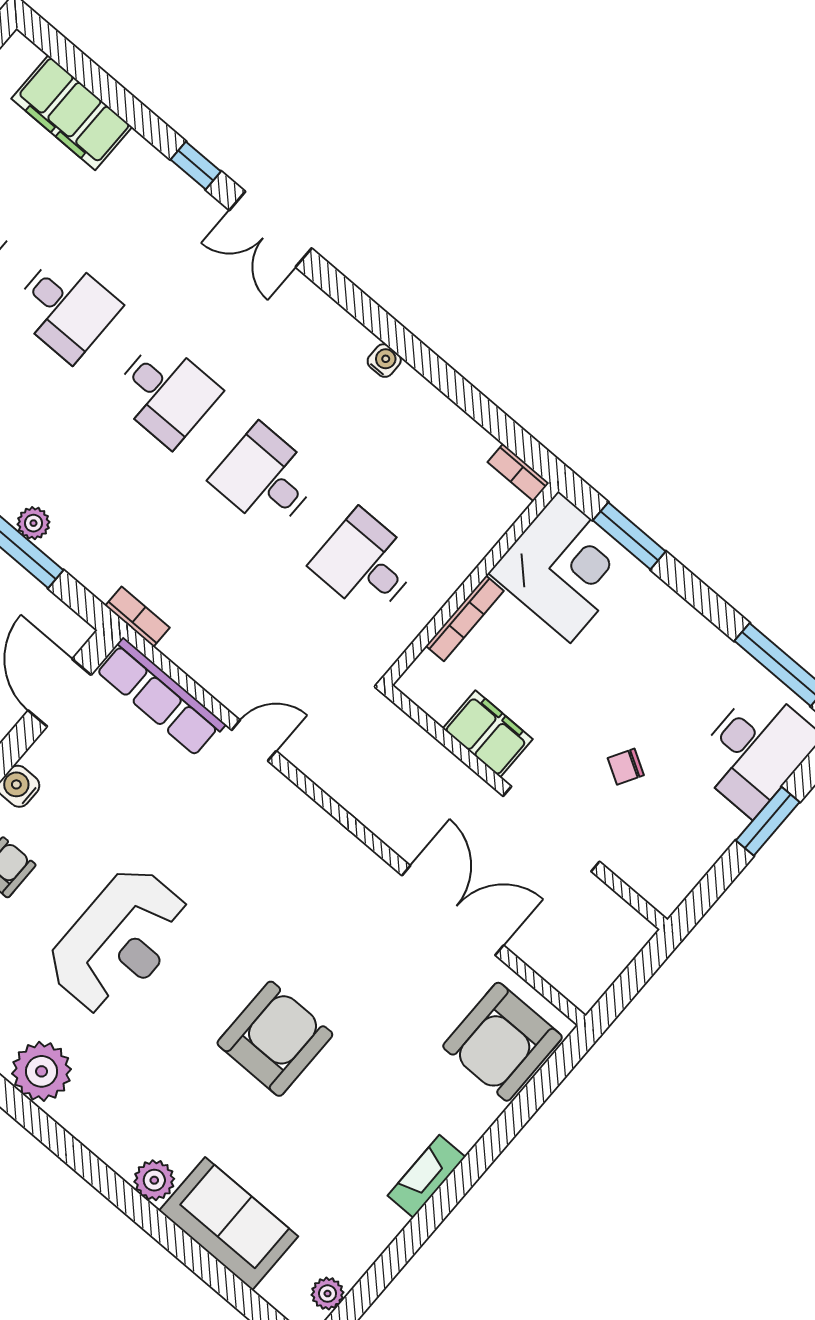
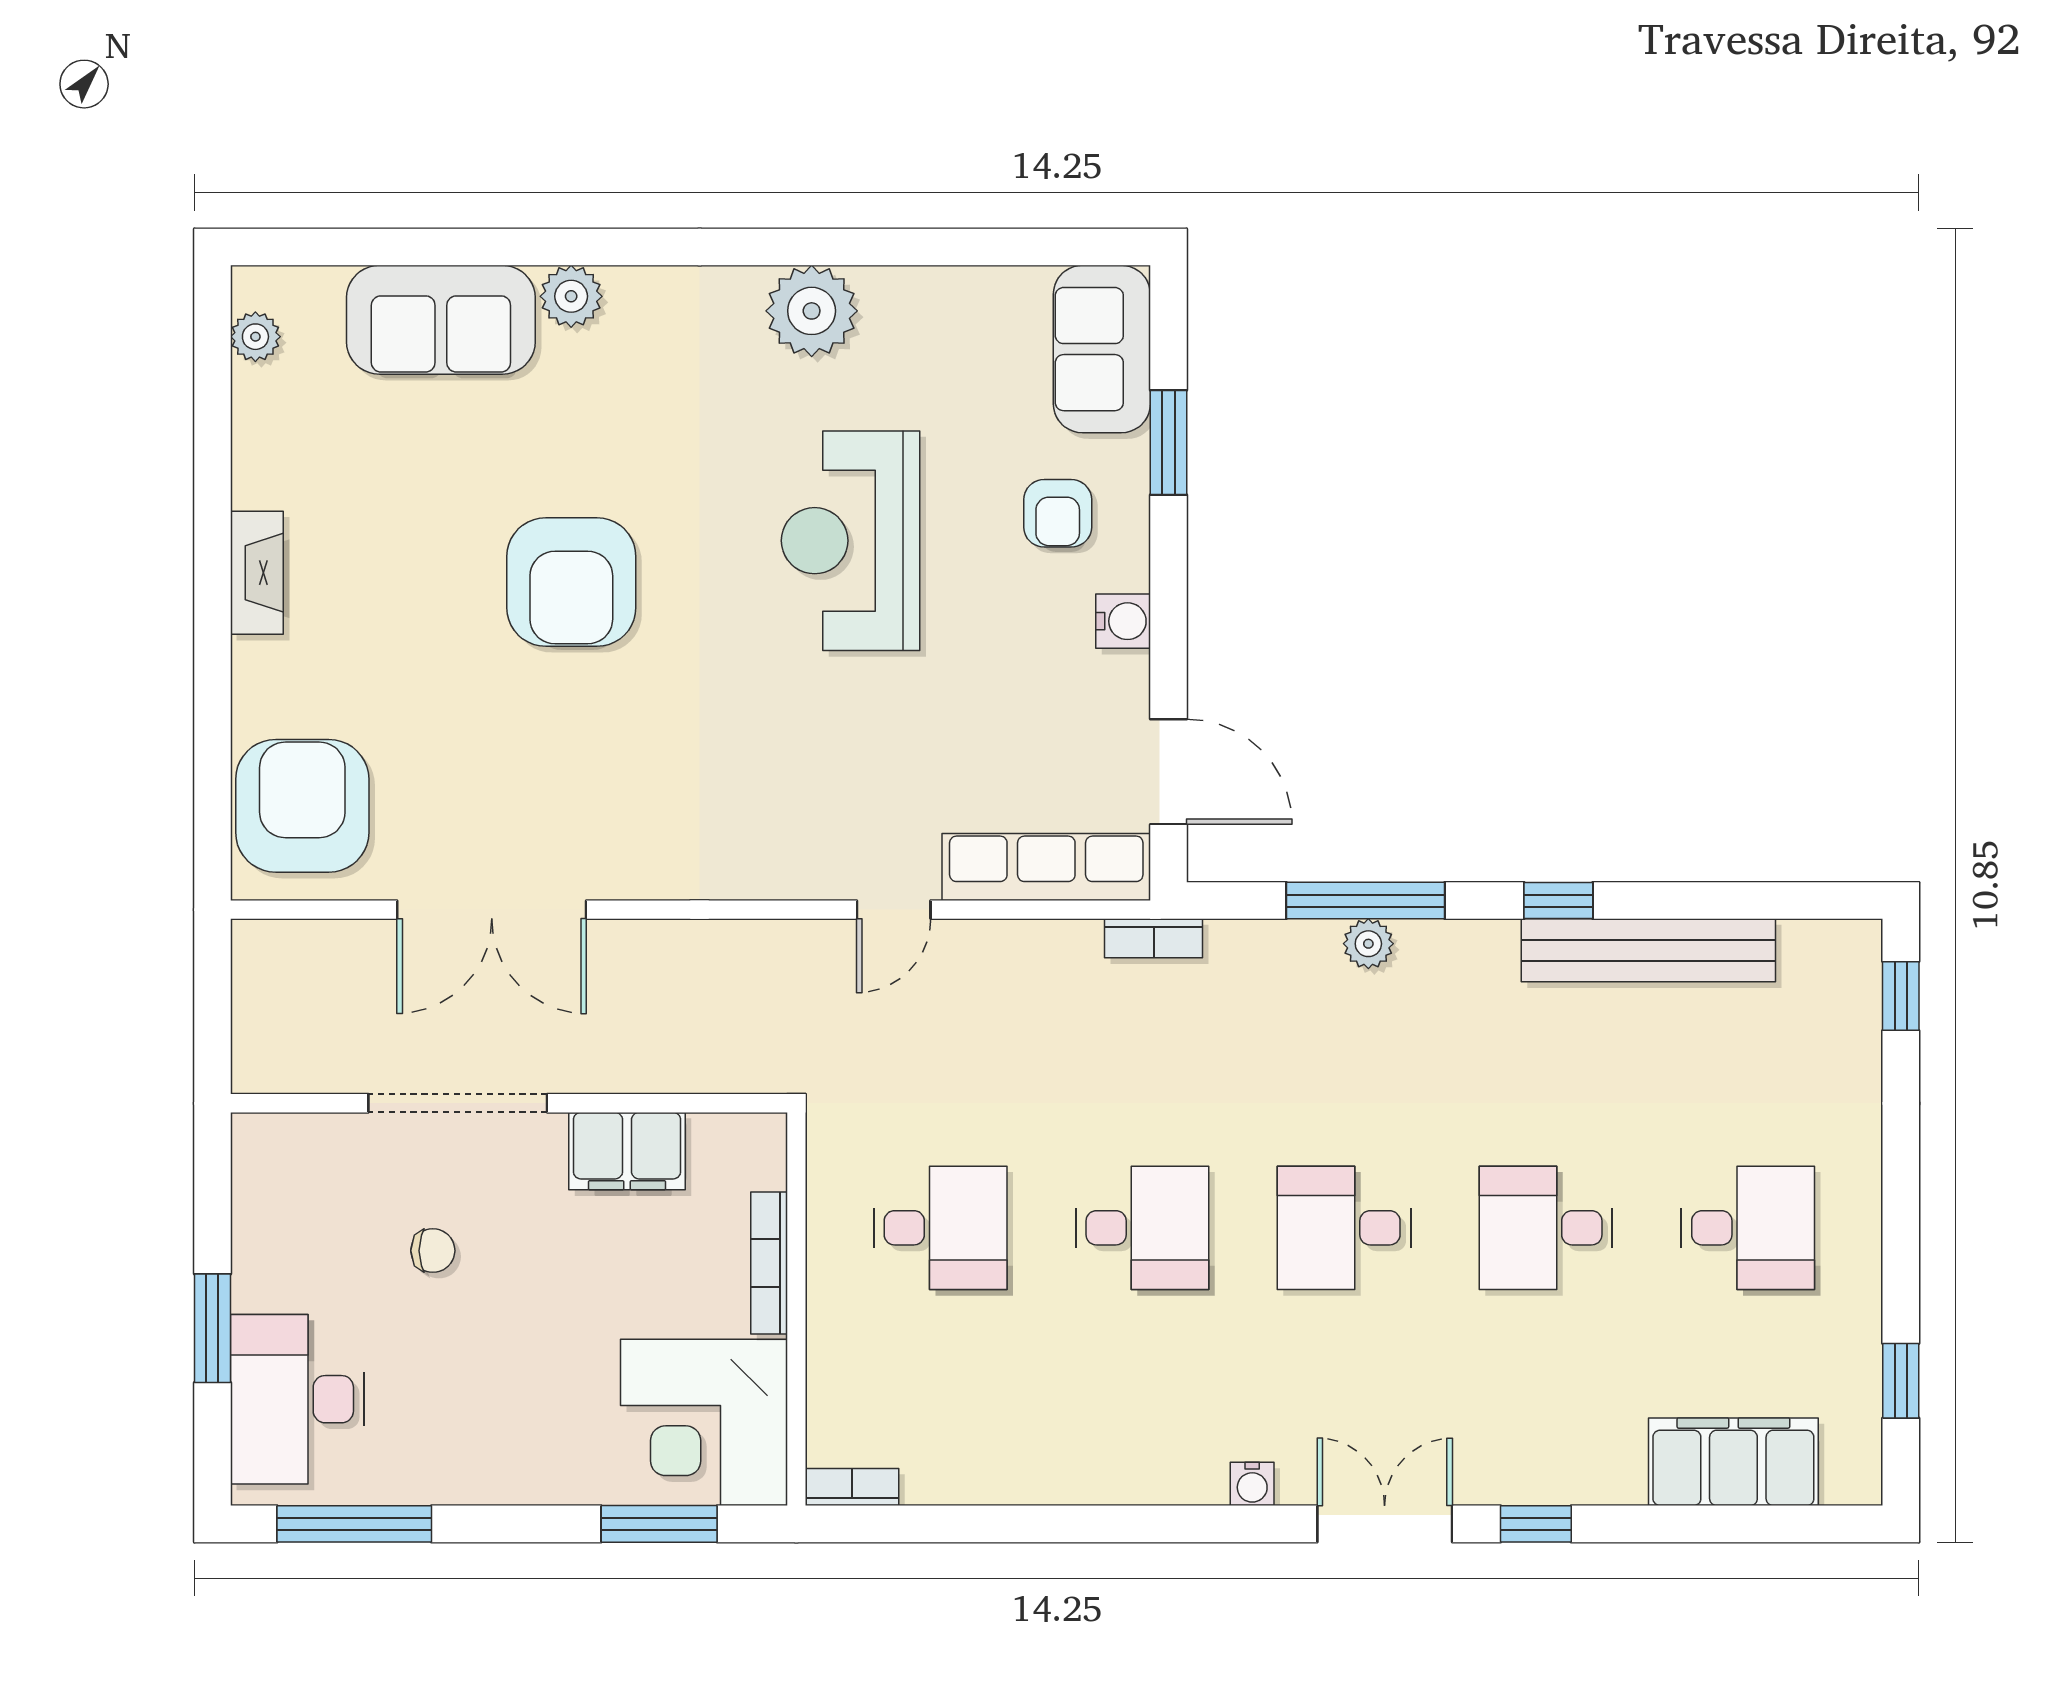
water cooler: (384, 361) -> (1252, 1484), moved
chair: (626, 767) -> (433, 1251), turned 60

